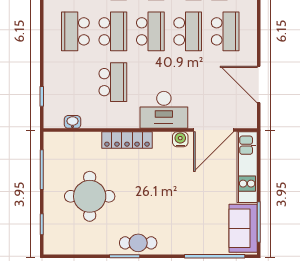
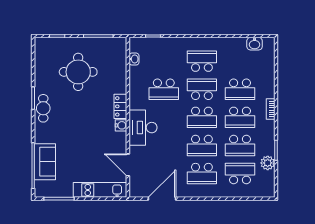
school desk: (113, 31) -> (202, 89), turned 180
door: (214, 130) -> (128, 165), width x0.73
water cooler: (180, 139) -> (121, 125), moved
locker: (127, 140) -> (120, 106), width x0.66
sofa: (243, 228) -> (45, 162), moved, turned 90

